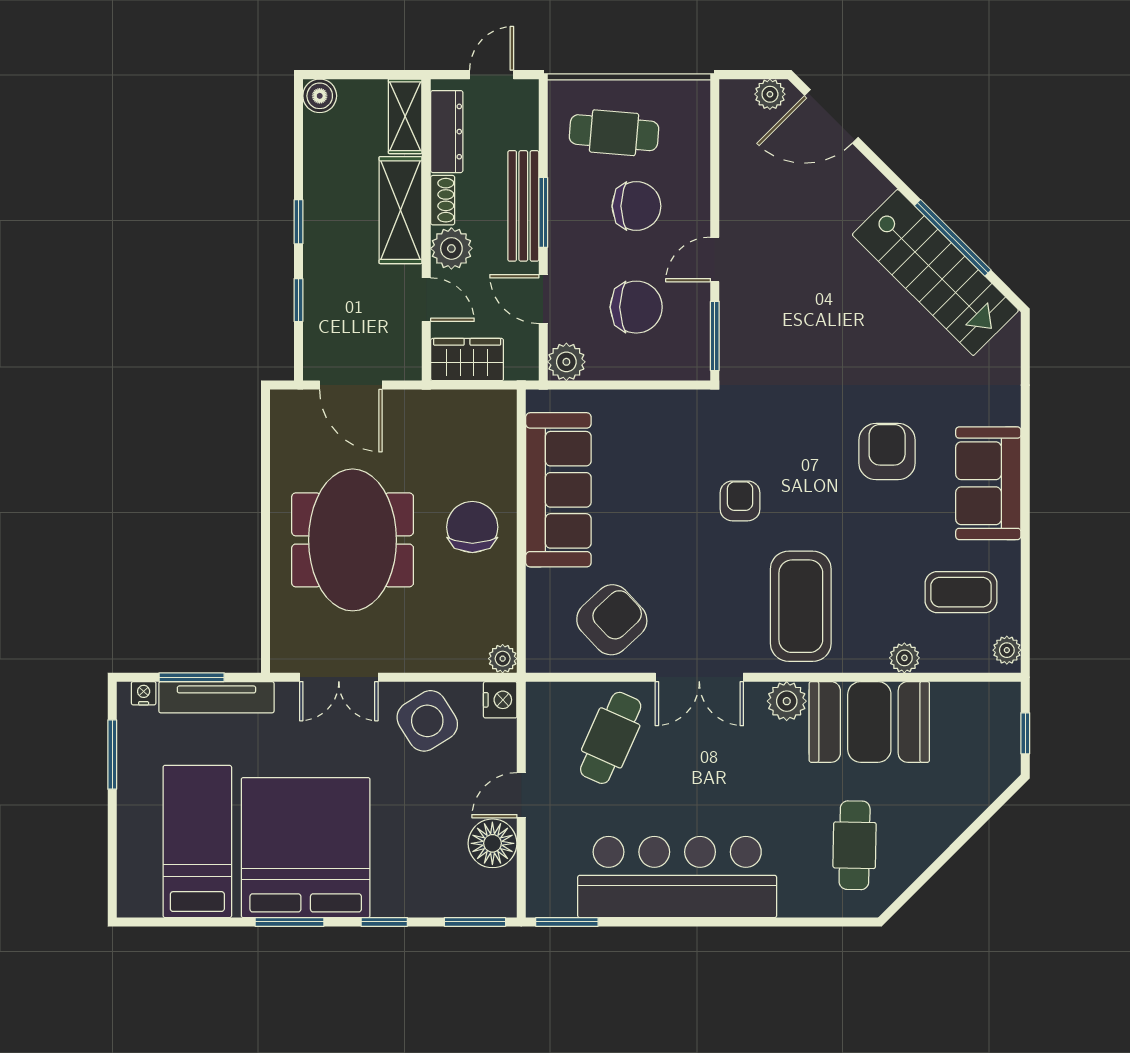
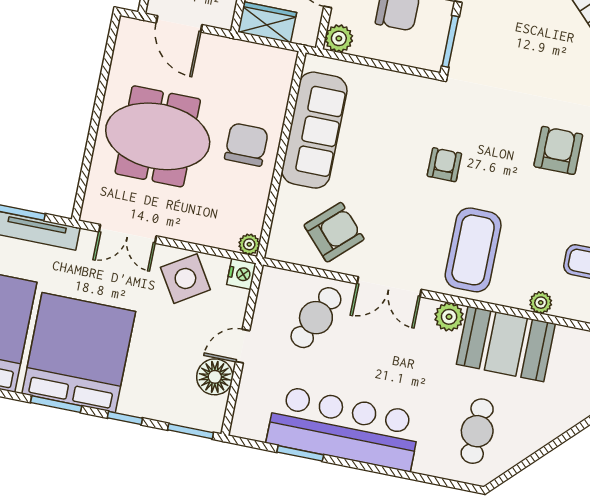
meeting table: (353, 540) -> (158, 136), turned 90
window: (567, 922) -> (300, 453), moved

